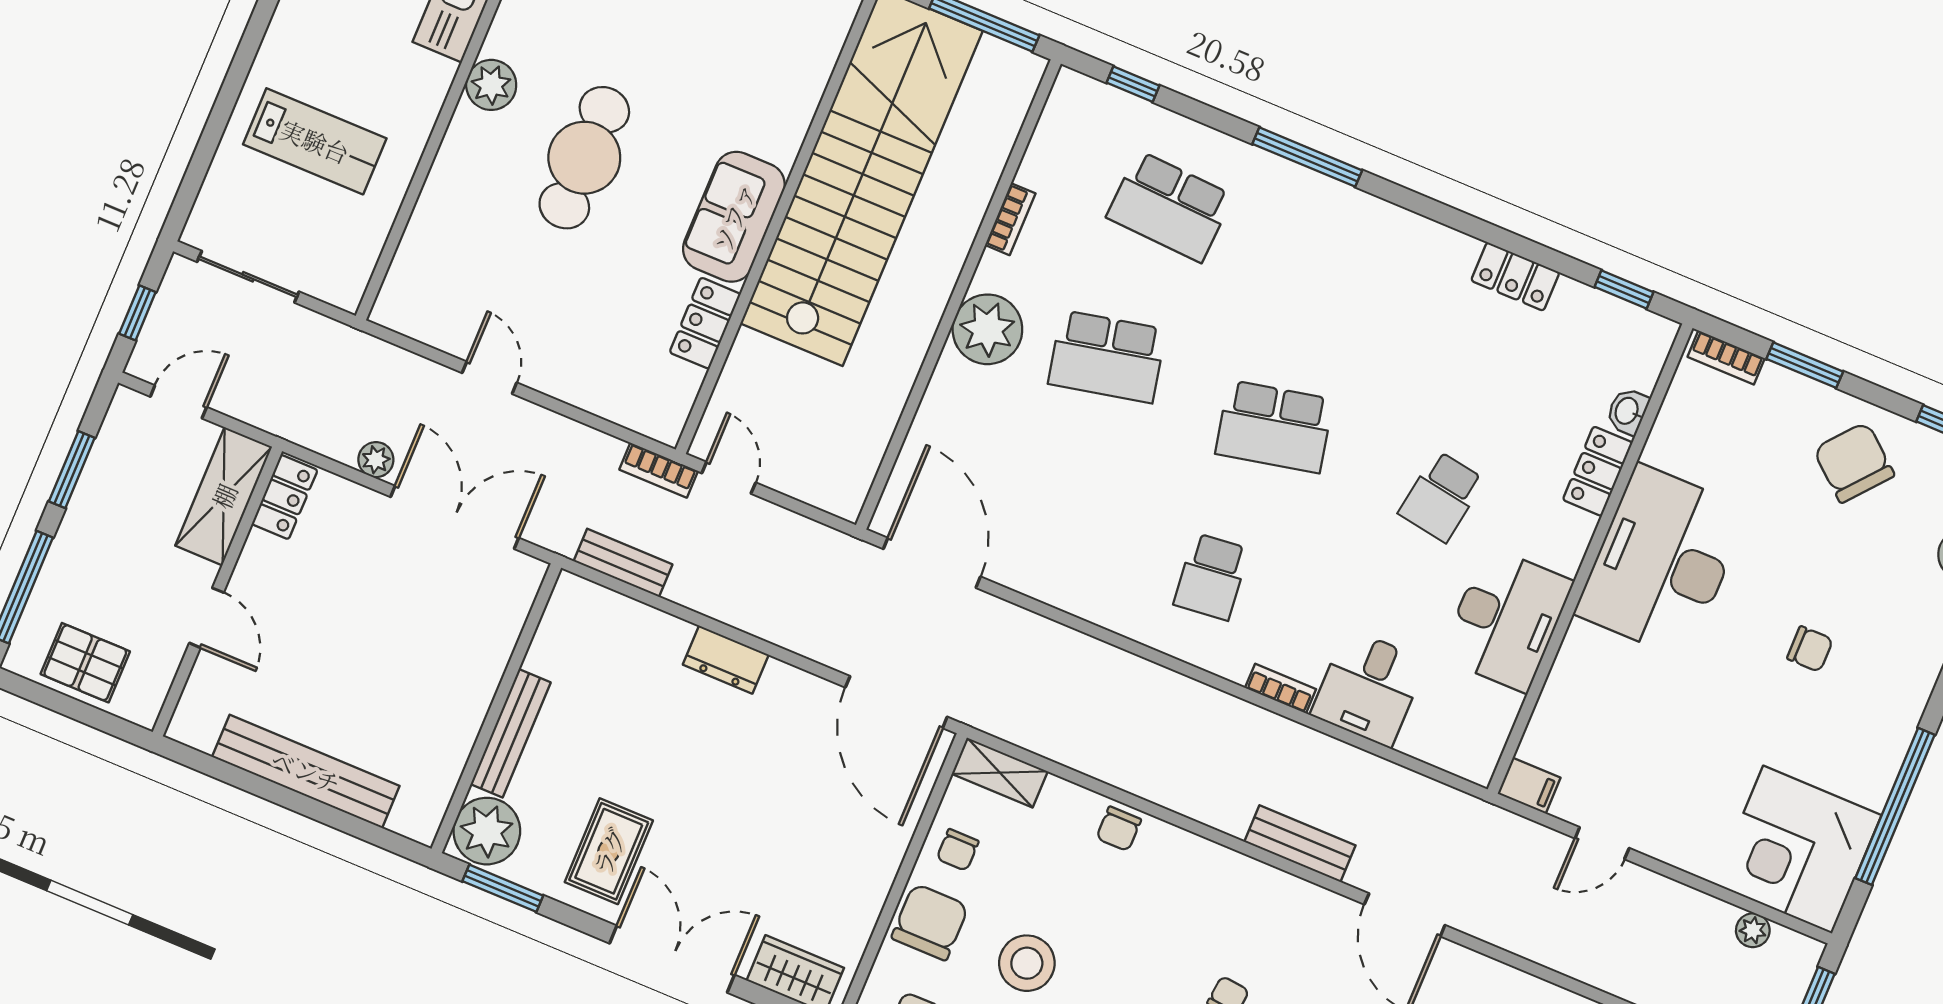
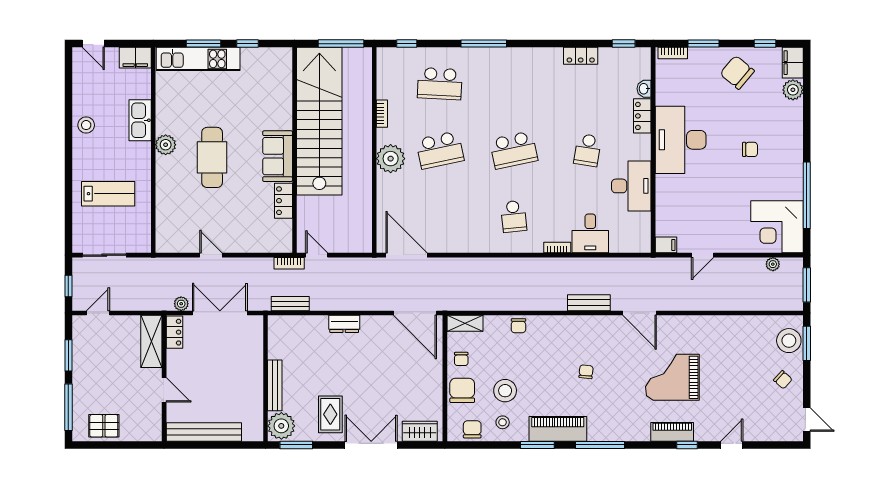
shelving: (224, 496) -> (151, 341), moved
locker: (285, 497) -> (174, 332), moved
wall: (217, 592) -> (164, 378), moved
door: (206, 618) -> (164, 390), moved

